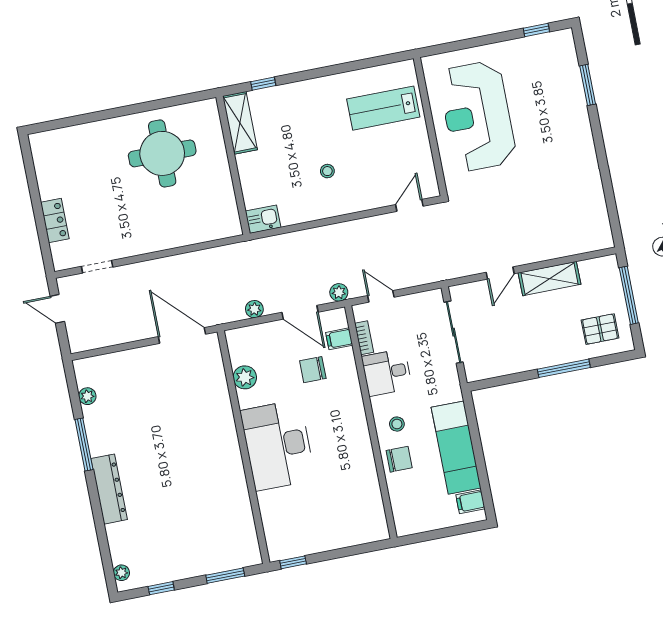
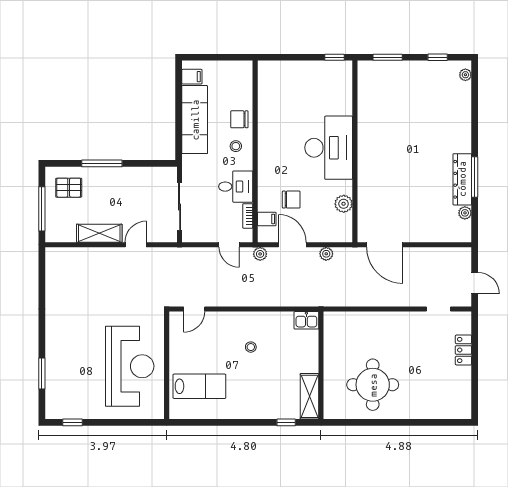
dresser: (109, 489) -> (462, 179), moved

